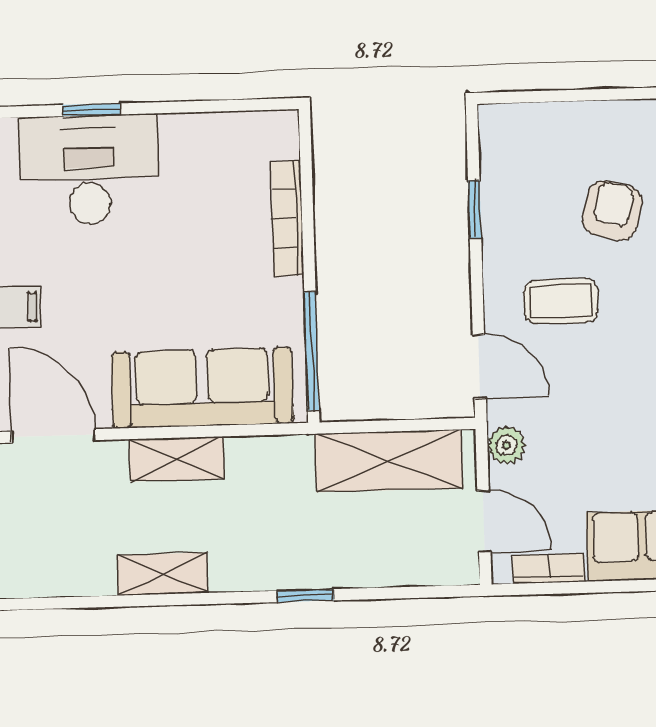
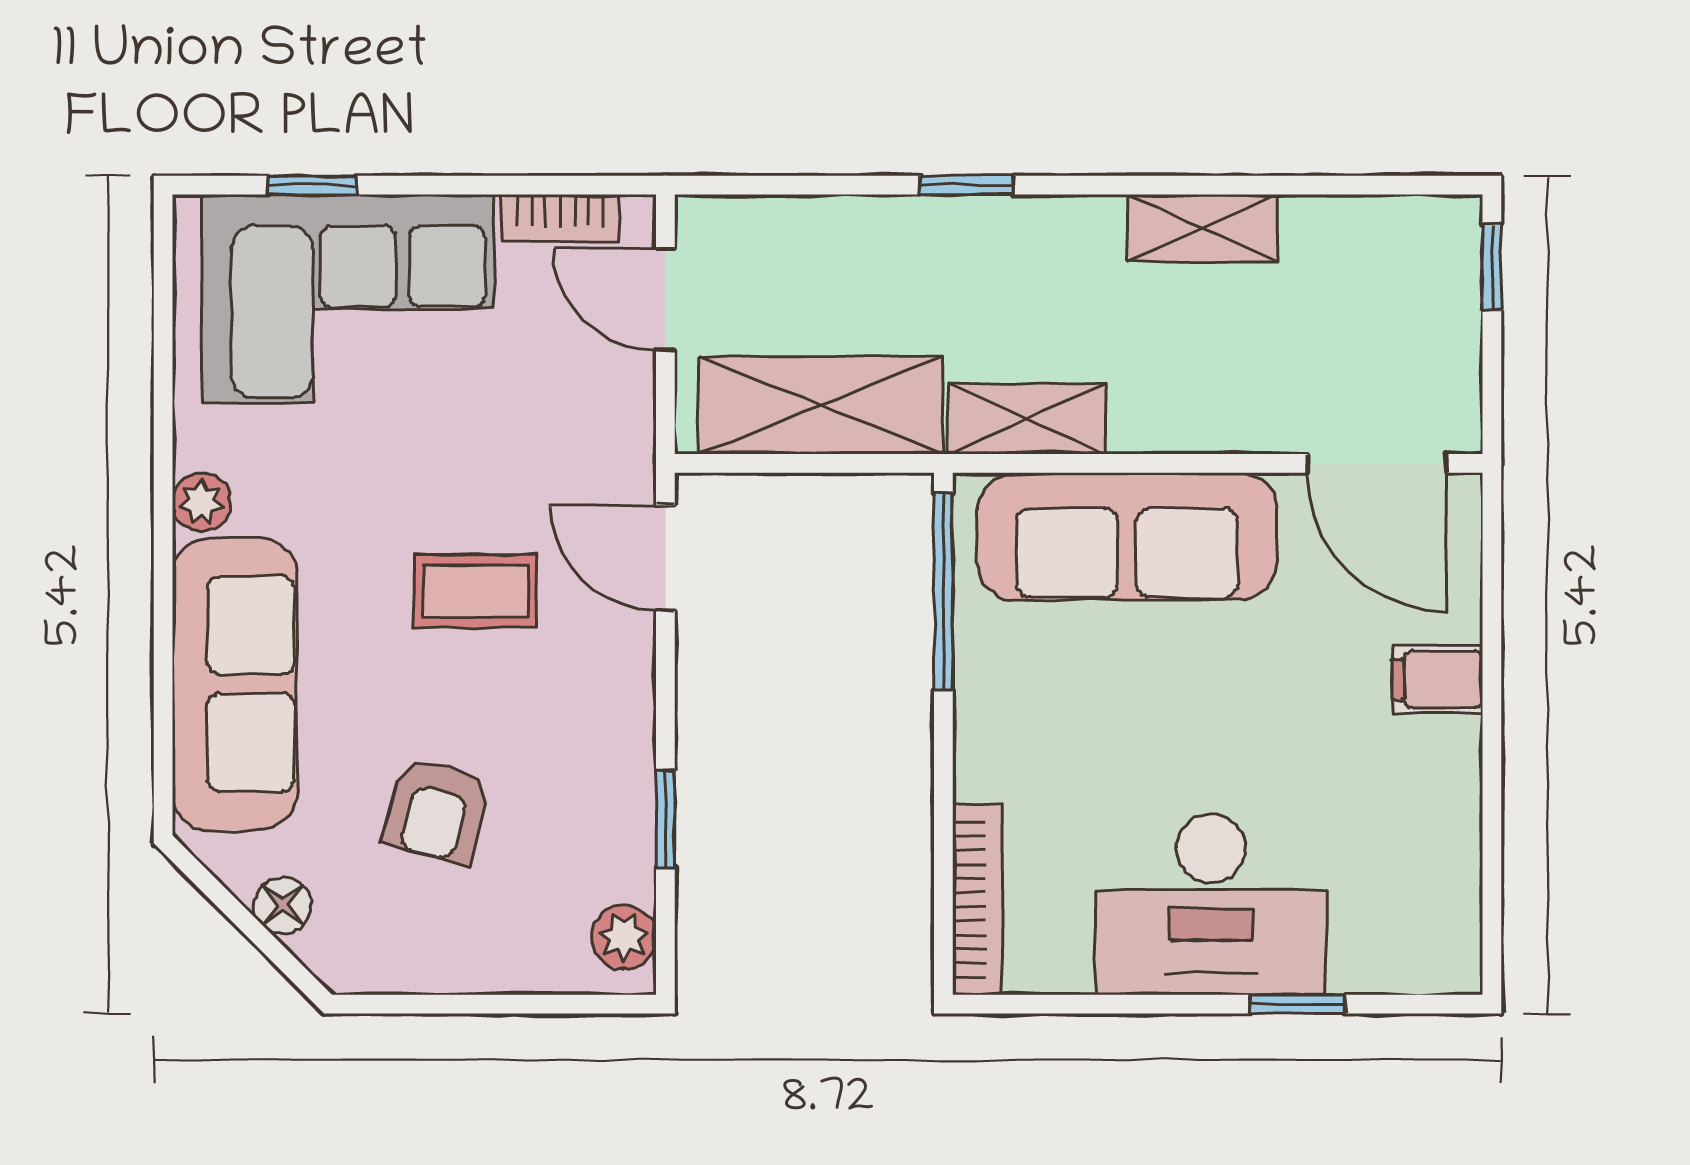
desk: (89, 170) -> (1211, 904), moved
bookcase: (287, 218) -> (977, 899), moved
coffee table: (561, 301) -> (476, 591), moved
plant: (507, 445) -> (624, 937), moved
shelving: (177, 459) -> (1027, 419), moved

